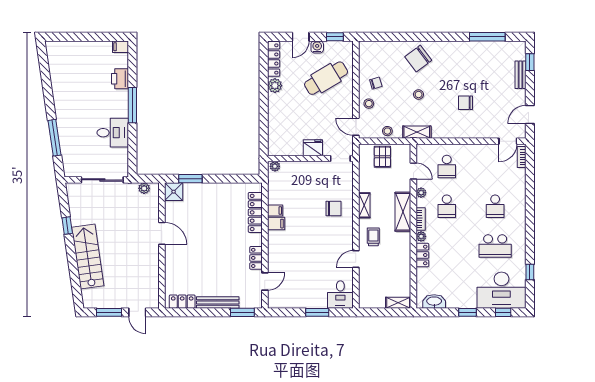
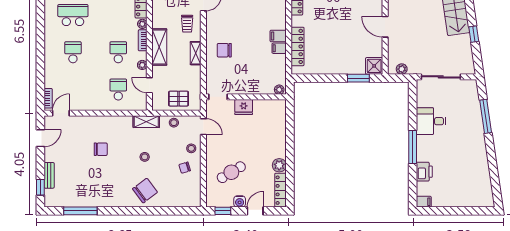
cafe table: (326, 78) -> (231, 172), width x0.73, depth x0.74
pallet: (382, 157) -> (179, 99), turned 90

